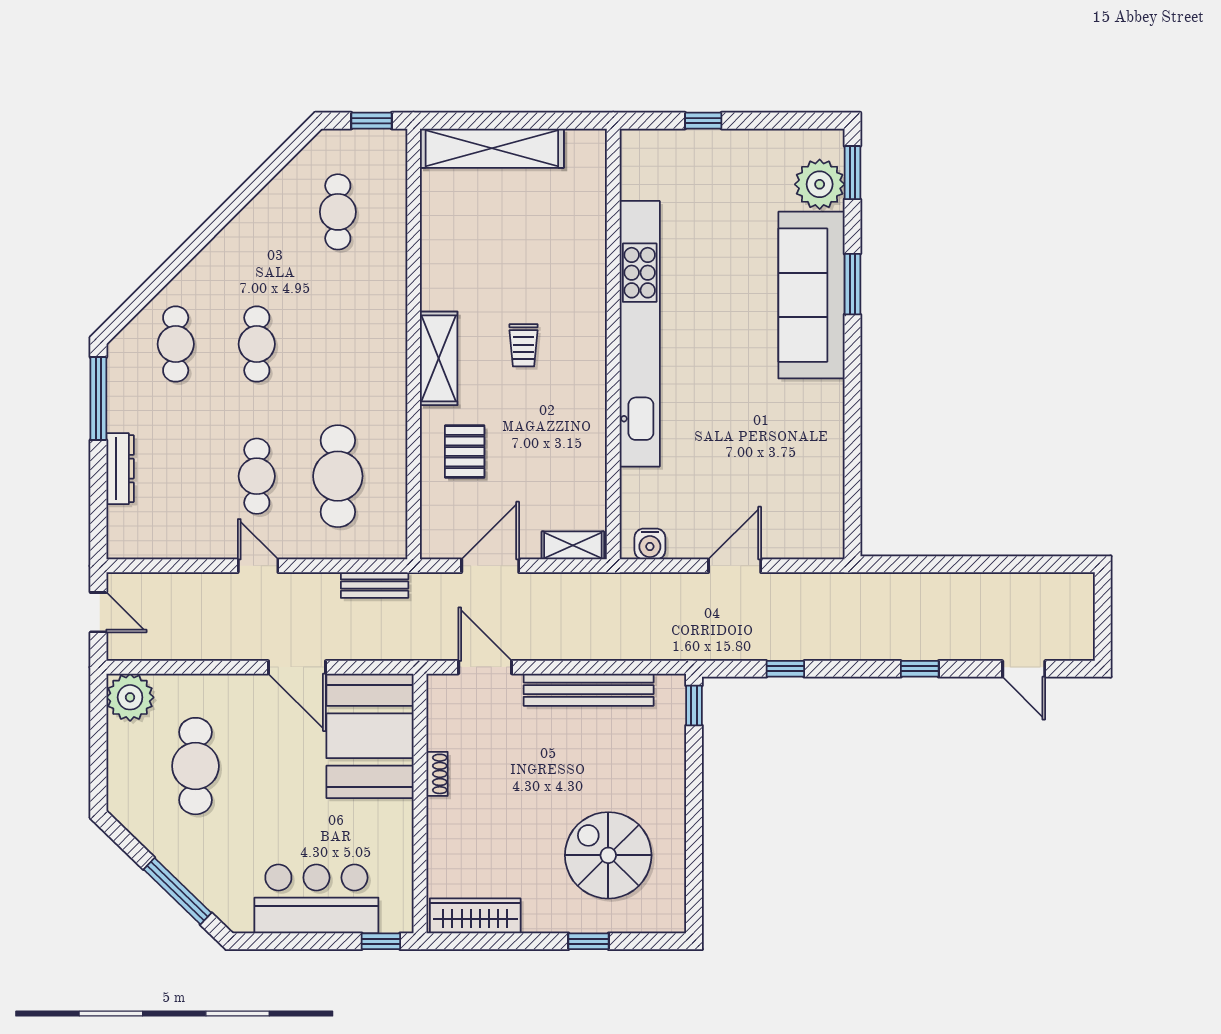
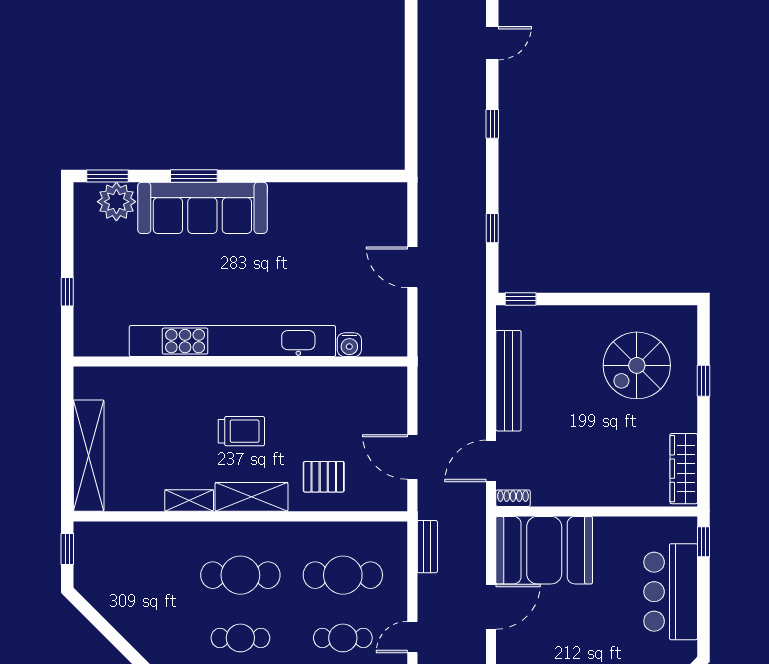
cafe table: (338, 212) -> (240, 575), moved, width x1.37, depth x1.35
trolley: (523, 345) -> (241, 431), width x1.36, depth x1.39
water cooler: (650, 544) -> (349, 345), moved, turned 90
shelving: (573, 545) -> (189, 501), moved, turned 90
shoe rack: (437, 774) -> (513, 498), moved

